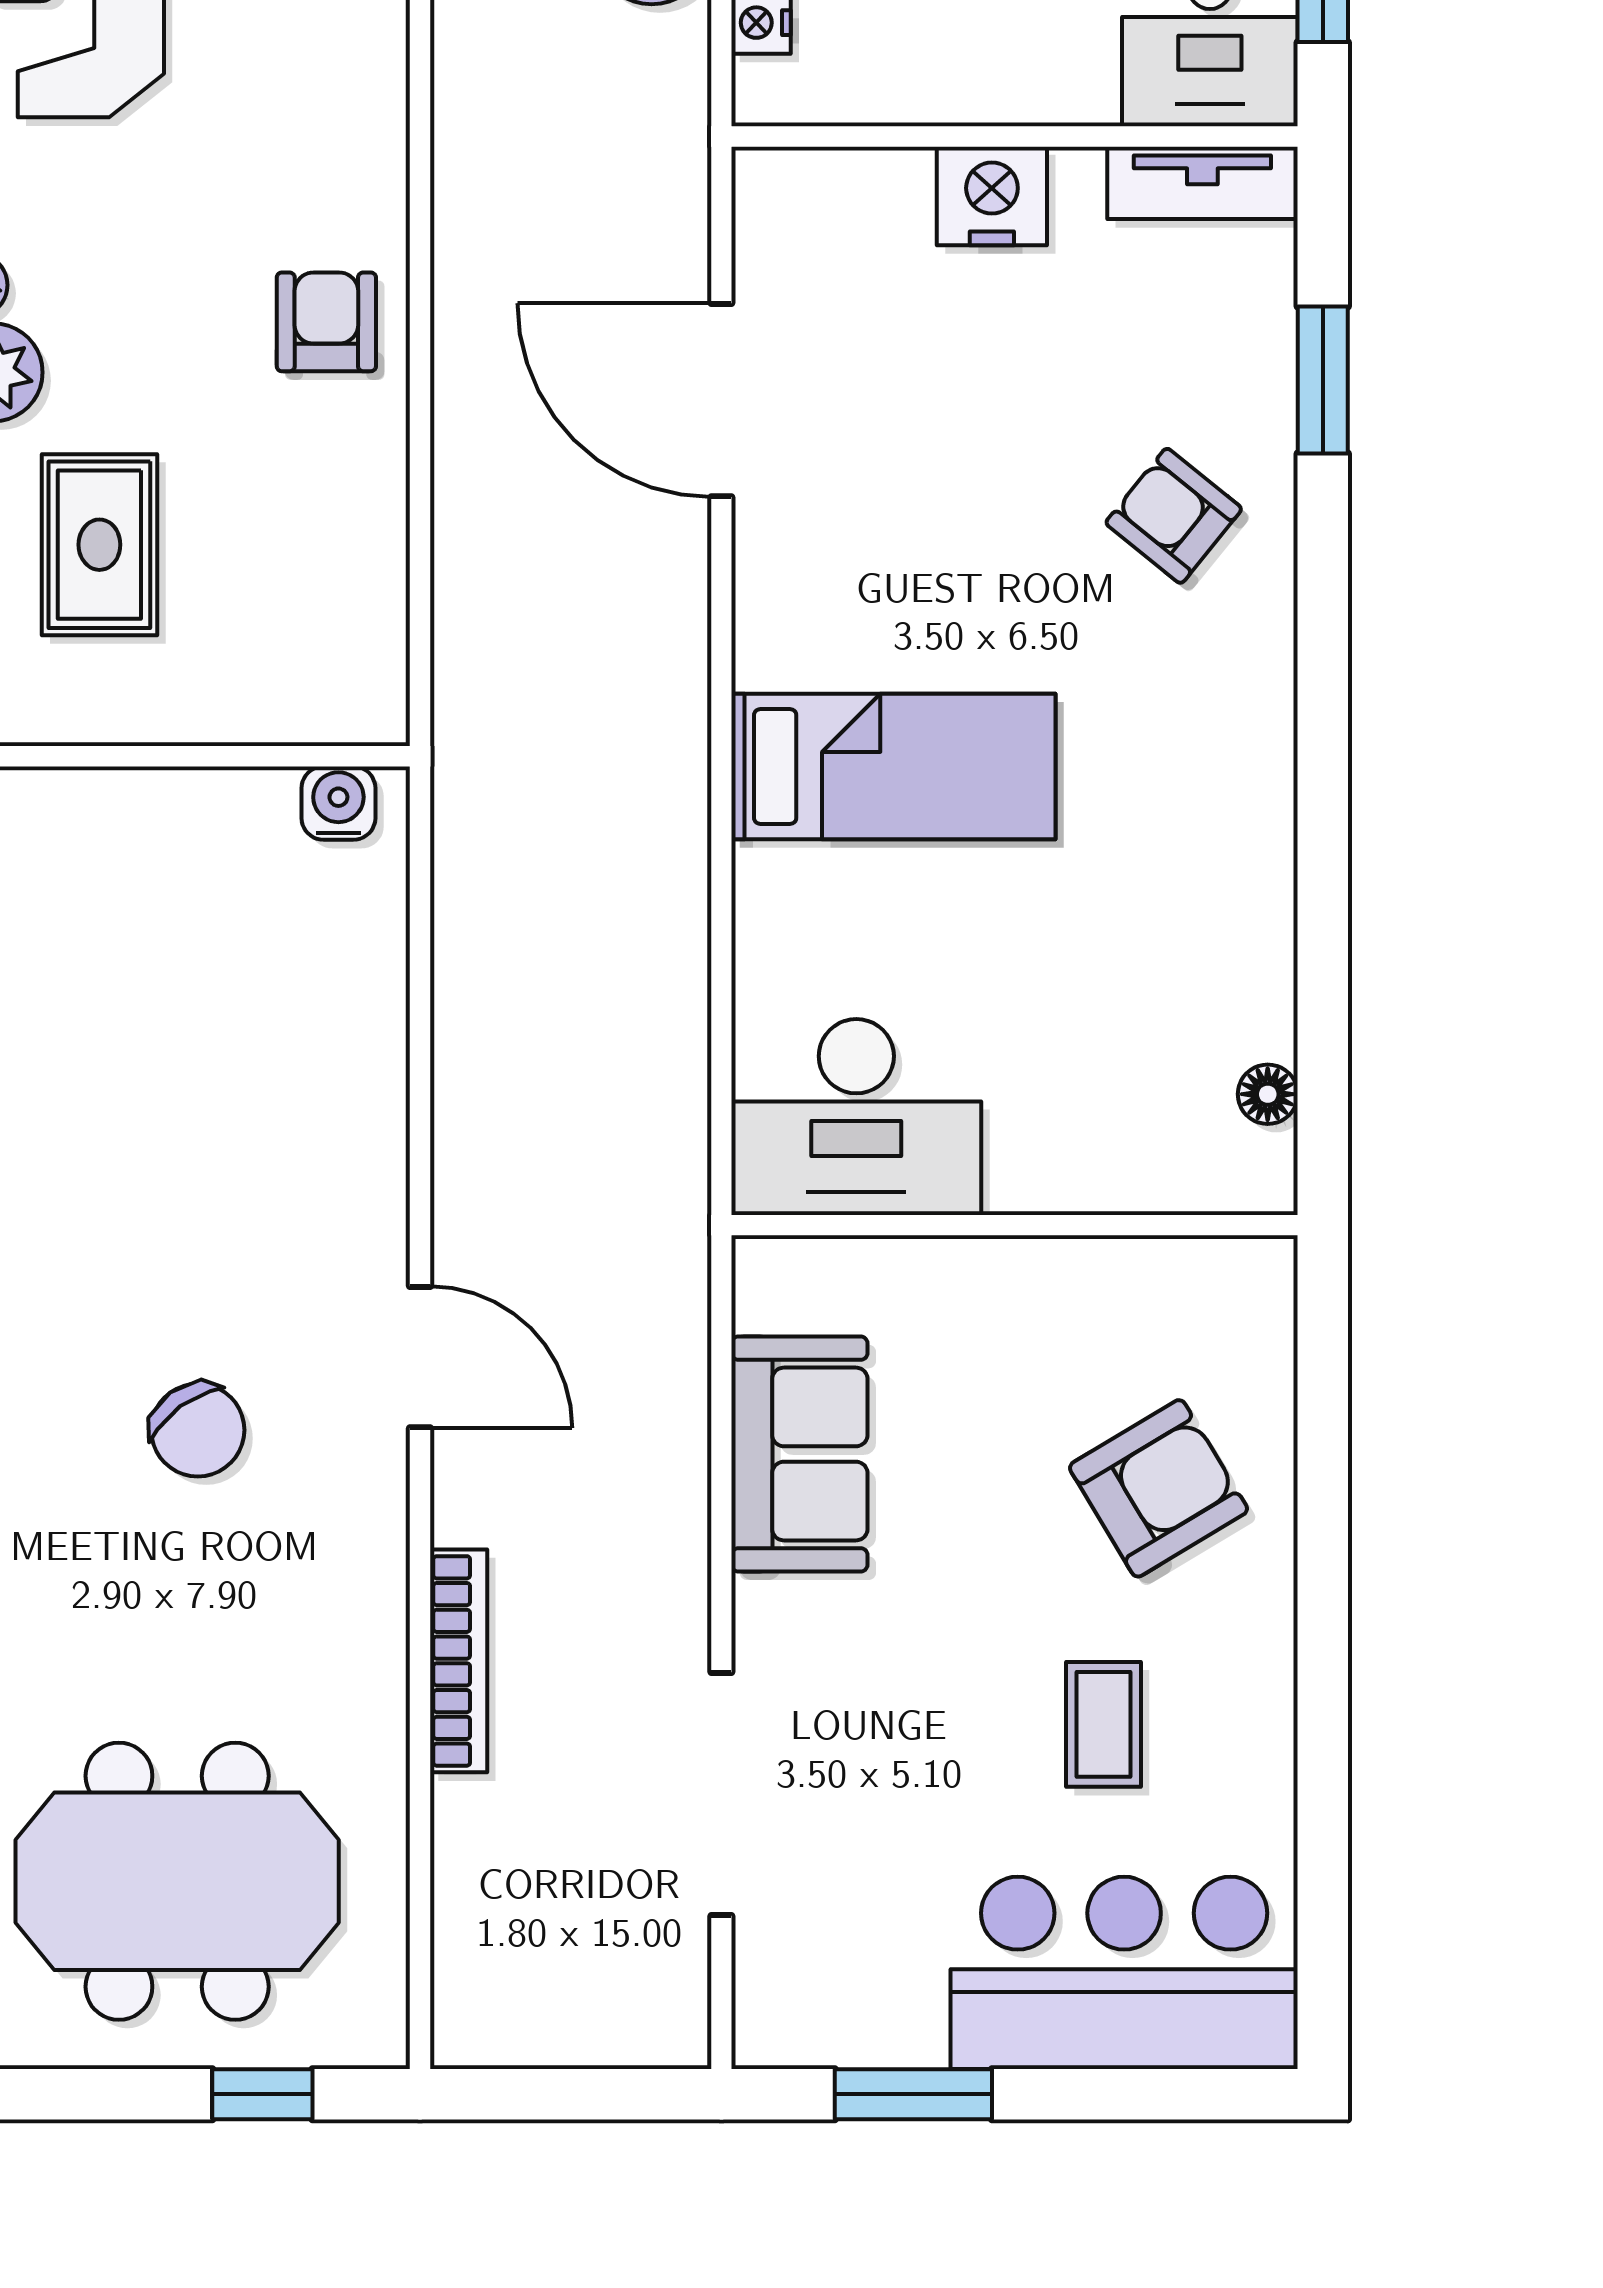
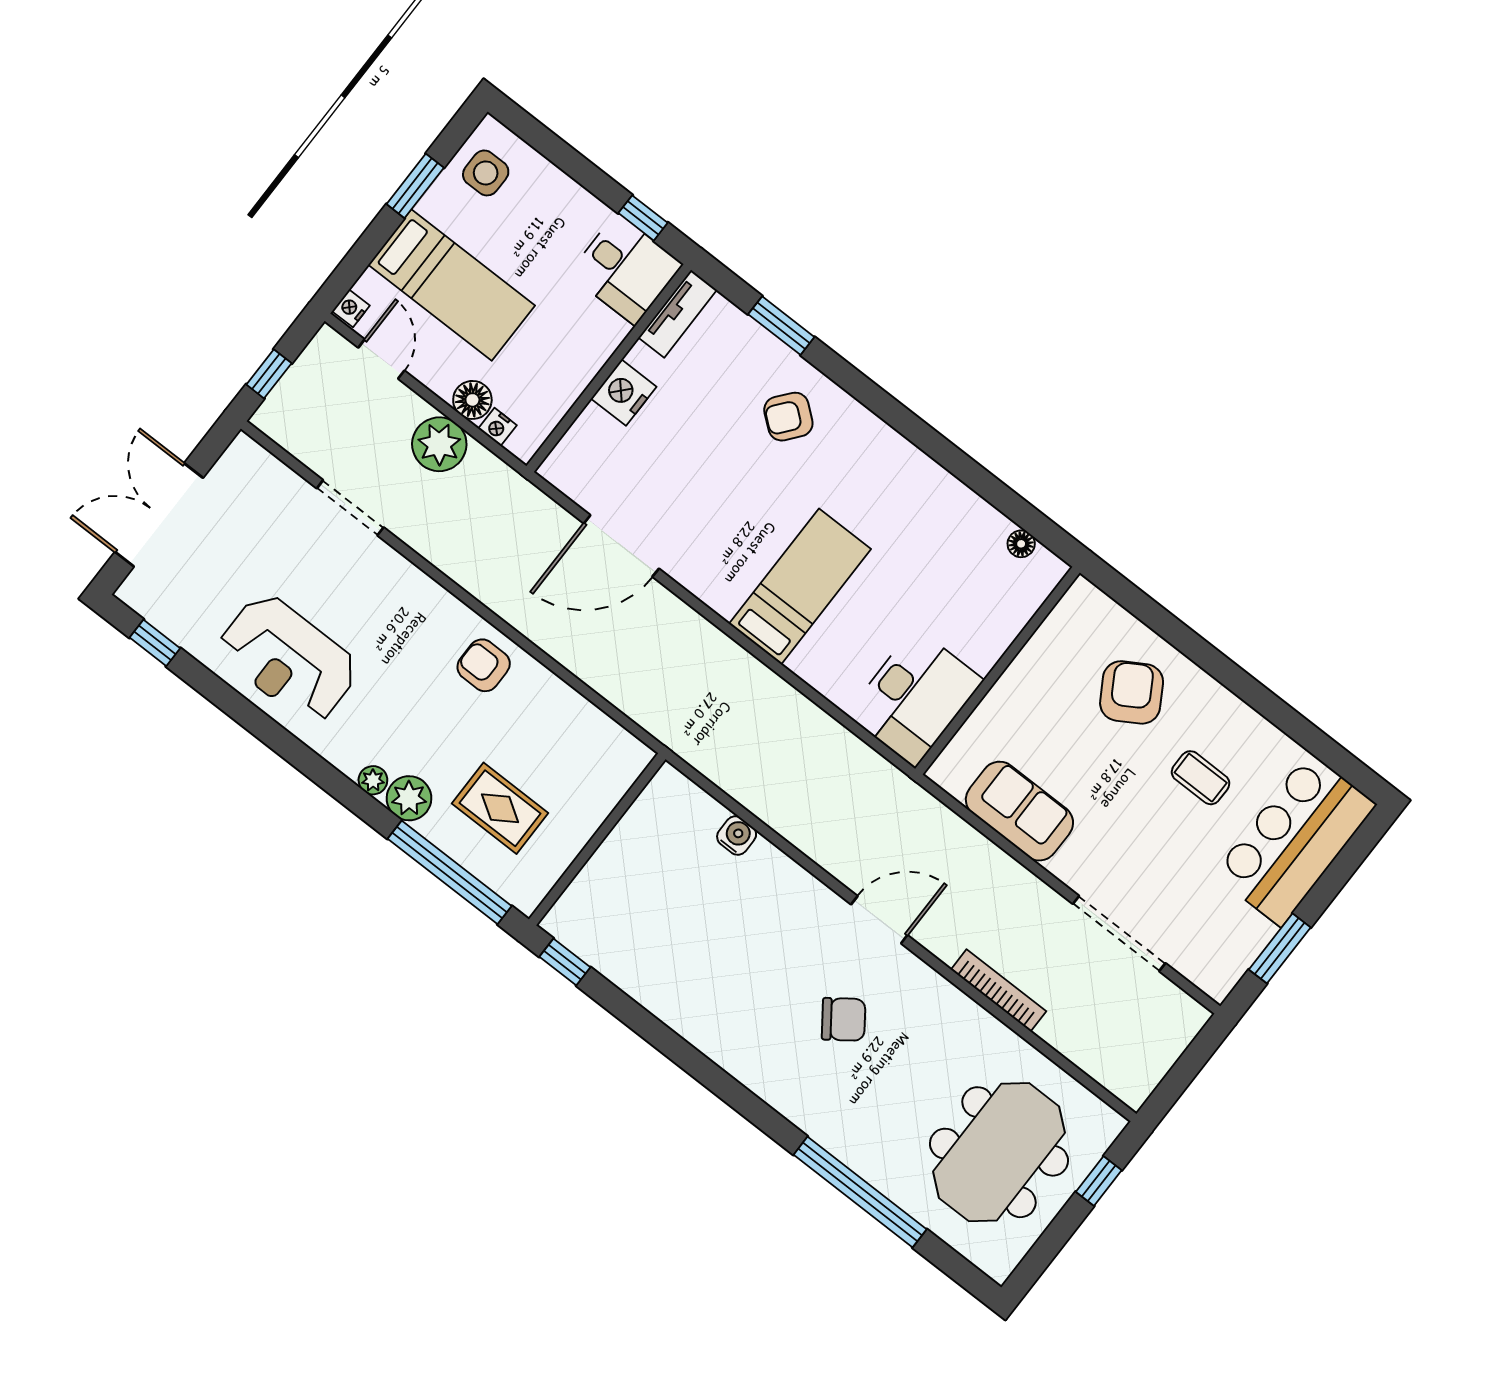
water cooler: (338, 803) -> (737, 835), moved, turned 90

